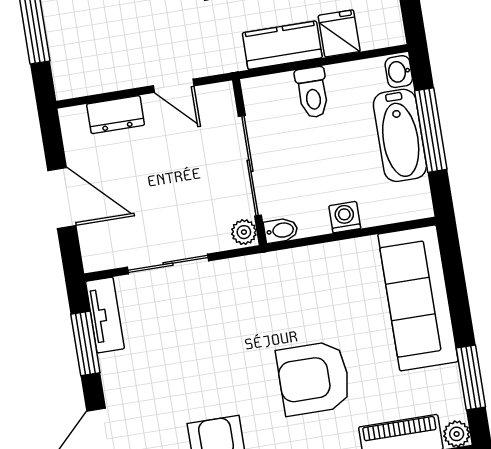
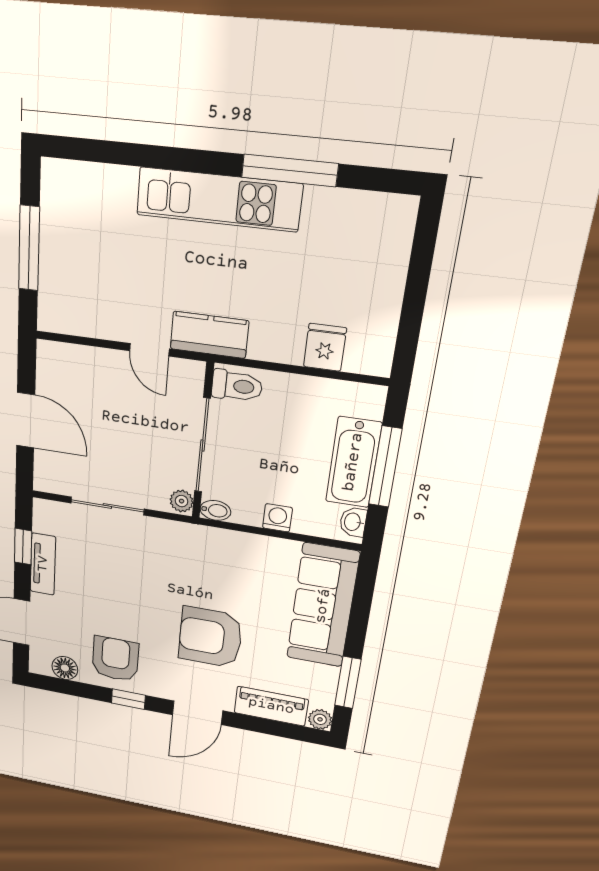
kitchen counter: (282, 45) -> (209, 335), moved
washbasin: (399, 72) -> (353, 522), moved
toilet: (312, 92) -> (237, 386), moved, turned -90
dresser: (116, 115) -> (89, 360), removed
tv unit: (105, 315) -> (43, 564), moved
window: (85, 343) -> (23, 547), width x0.67

